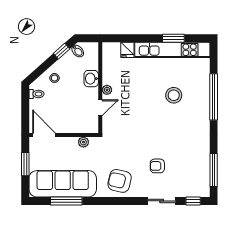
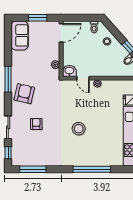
washbasin: (91, 79) -> (69, 71), moved
stool: (174, 95) -> (79, 129), moved
sofa: (63, 184) -> (20, 35), width x0.54, depth x0.79
window: (66, 201) -> (8, 79), moved

